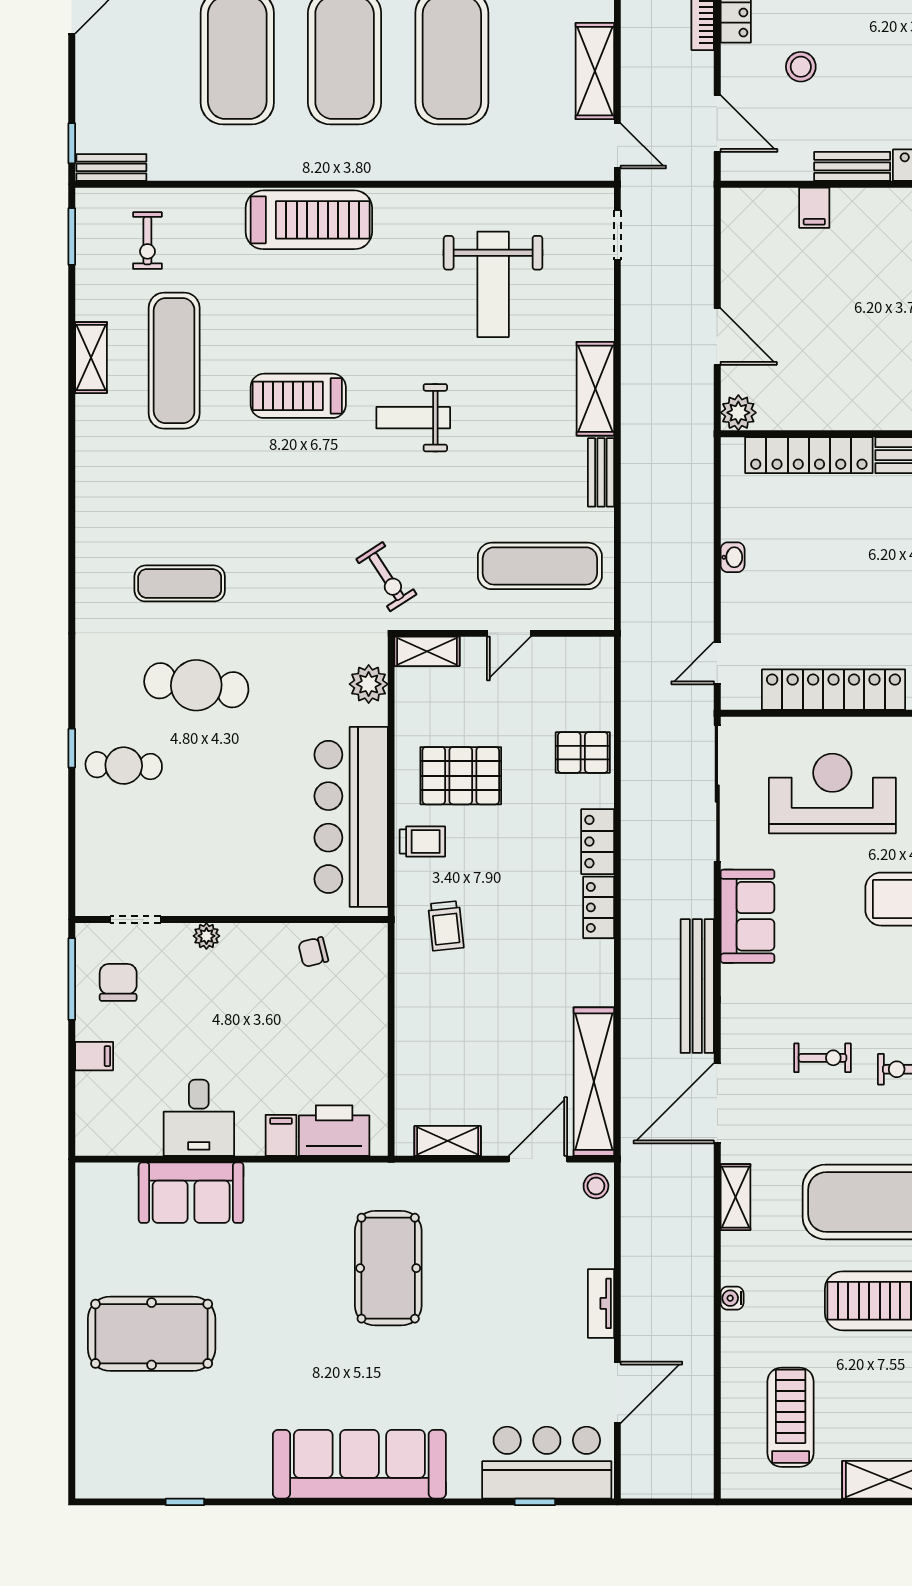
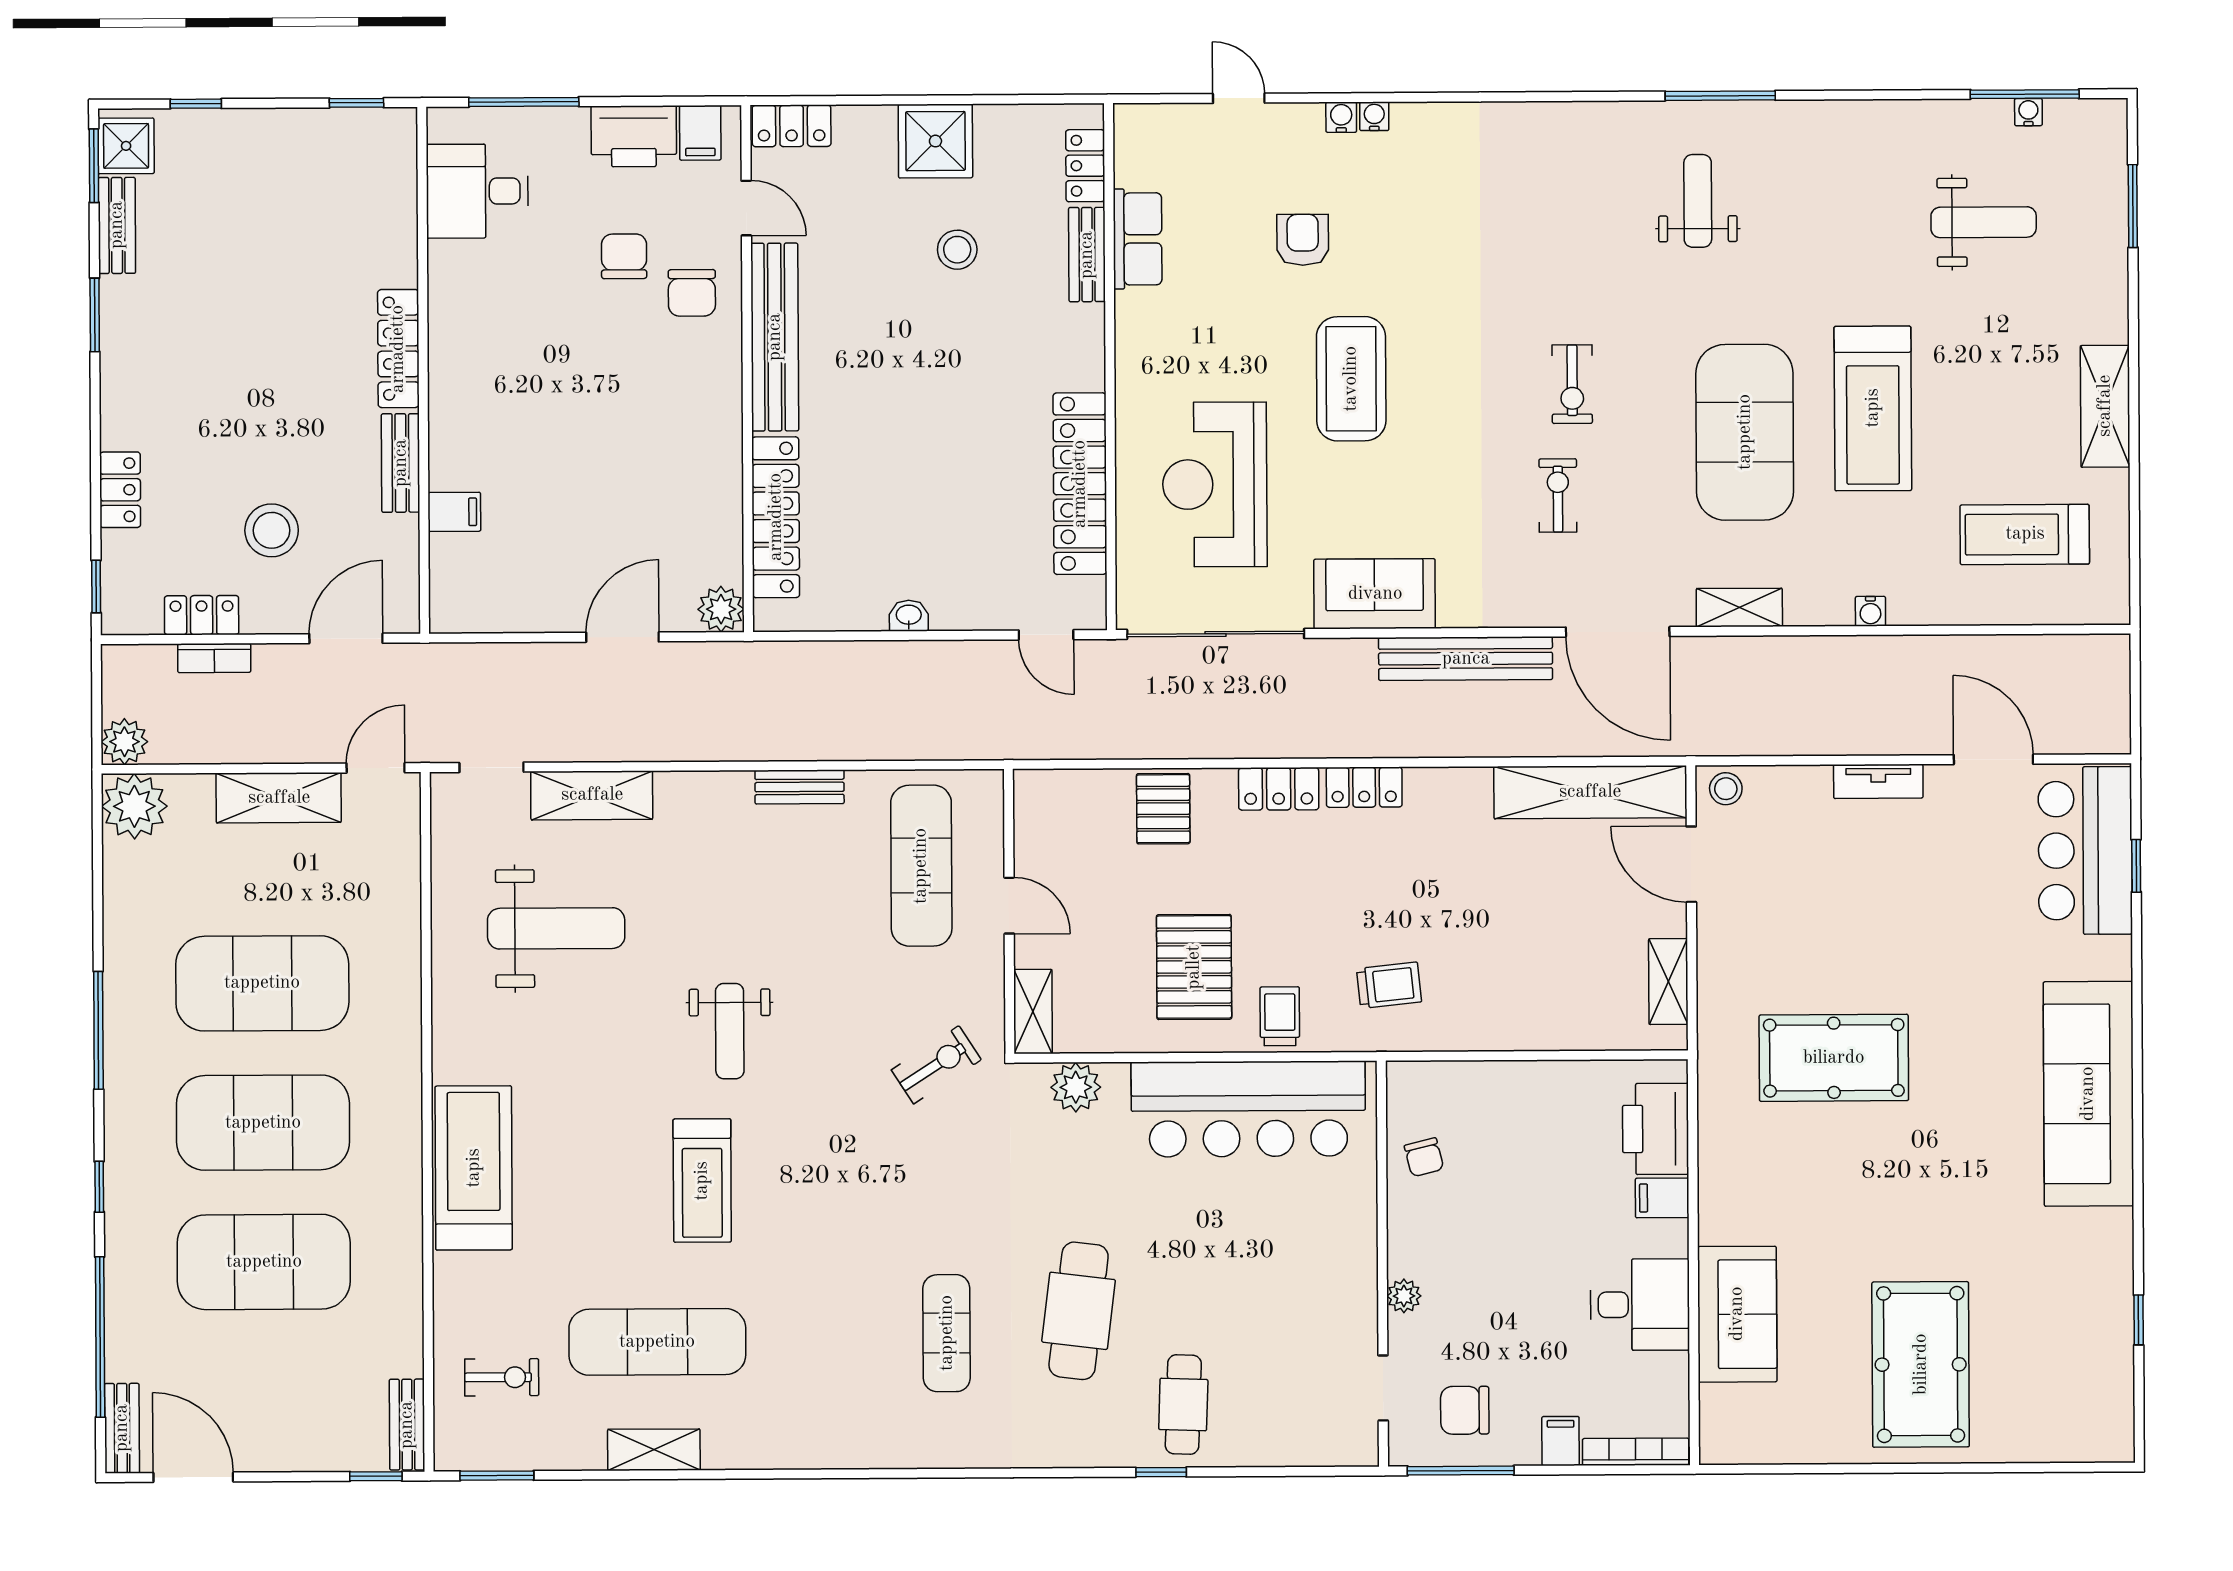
stool: (801, 67) -> (272, 530), width x1.38, depth x1.38
shelving: (595, 389) -> (592, 795), moved
bookcase: (85, 1114) -> (1636, 1452), added

